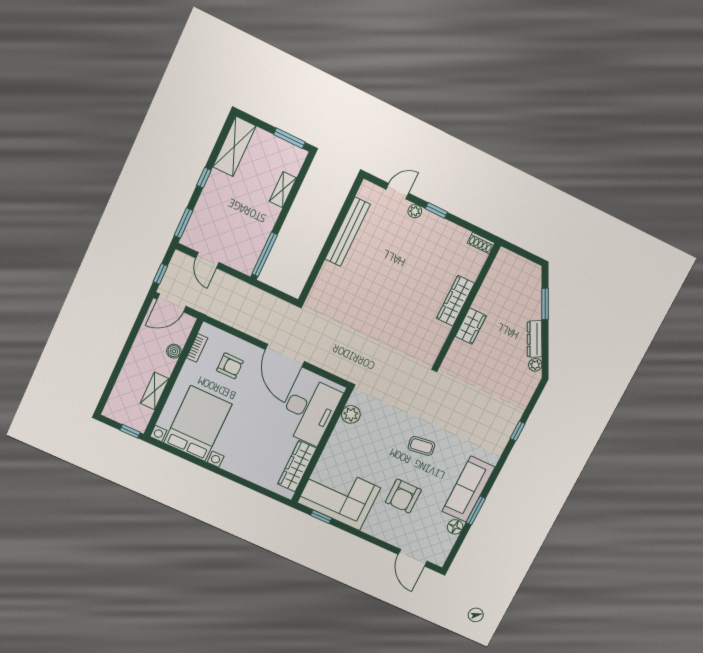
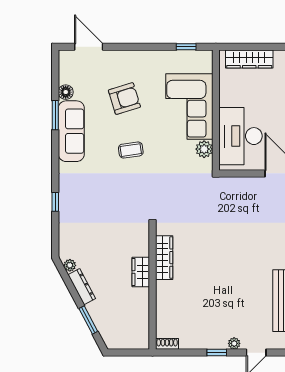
wardrobe: (455, 301) -> (164, 258), moved
wardrobe: (297, 466) -> (249, 59), moved, turned 90
corner sofa: (339, 495) -> (189, 106), moved, turned 90
armchair: (403, 496) -> (124, 99), turned 73

